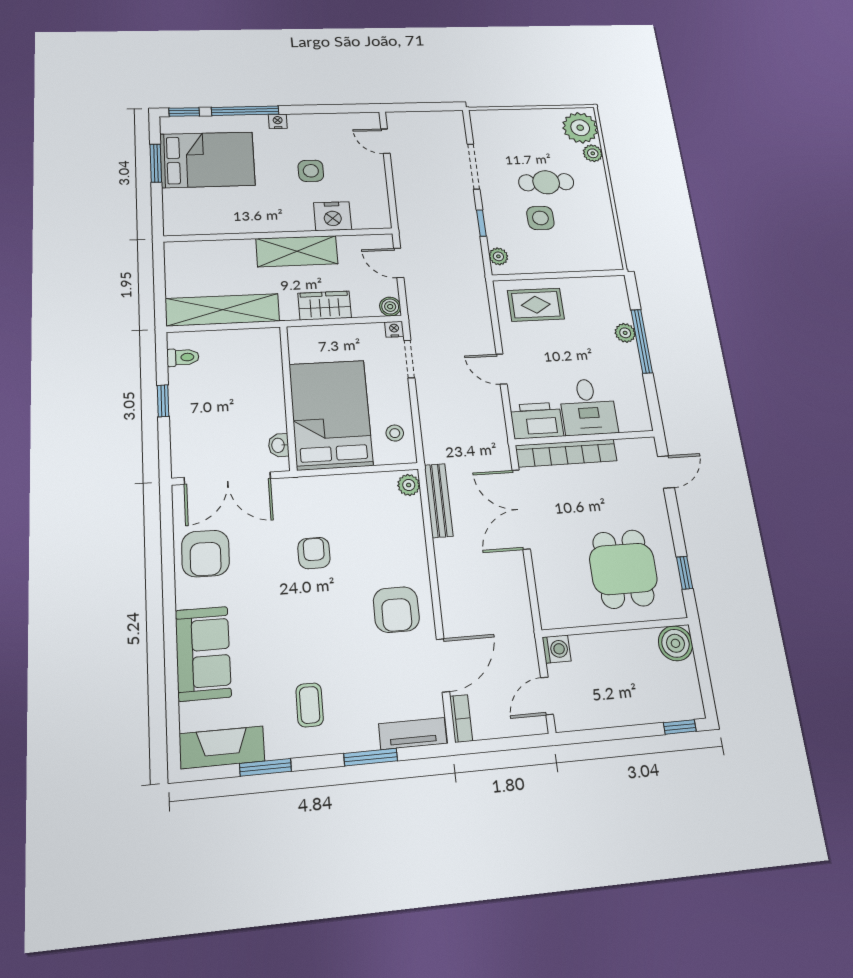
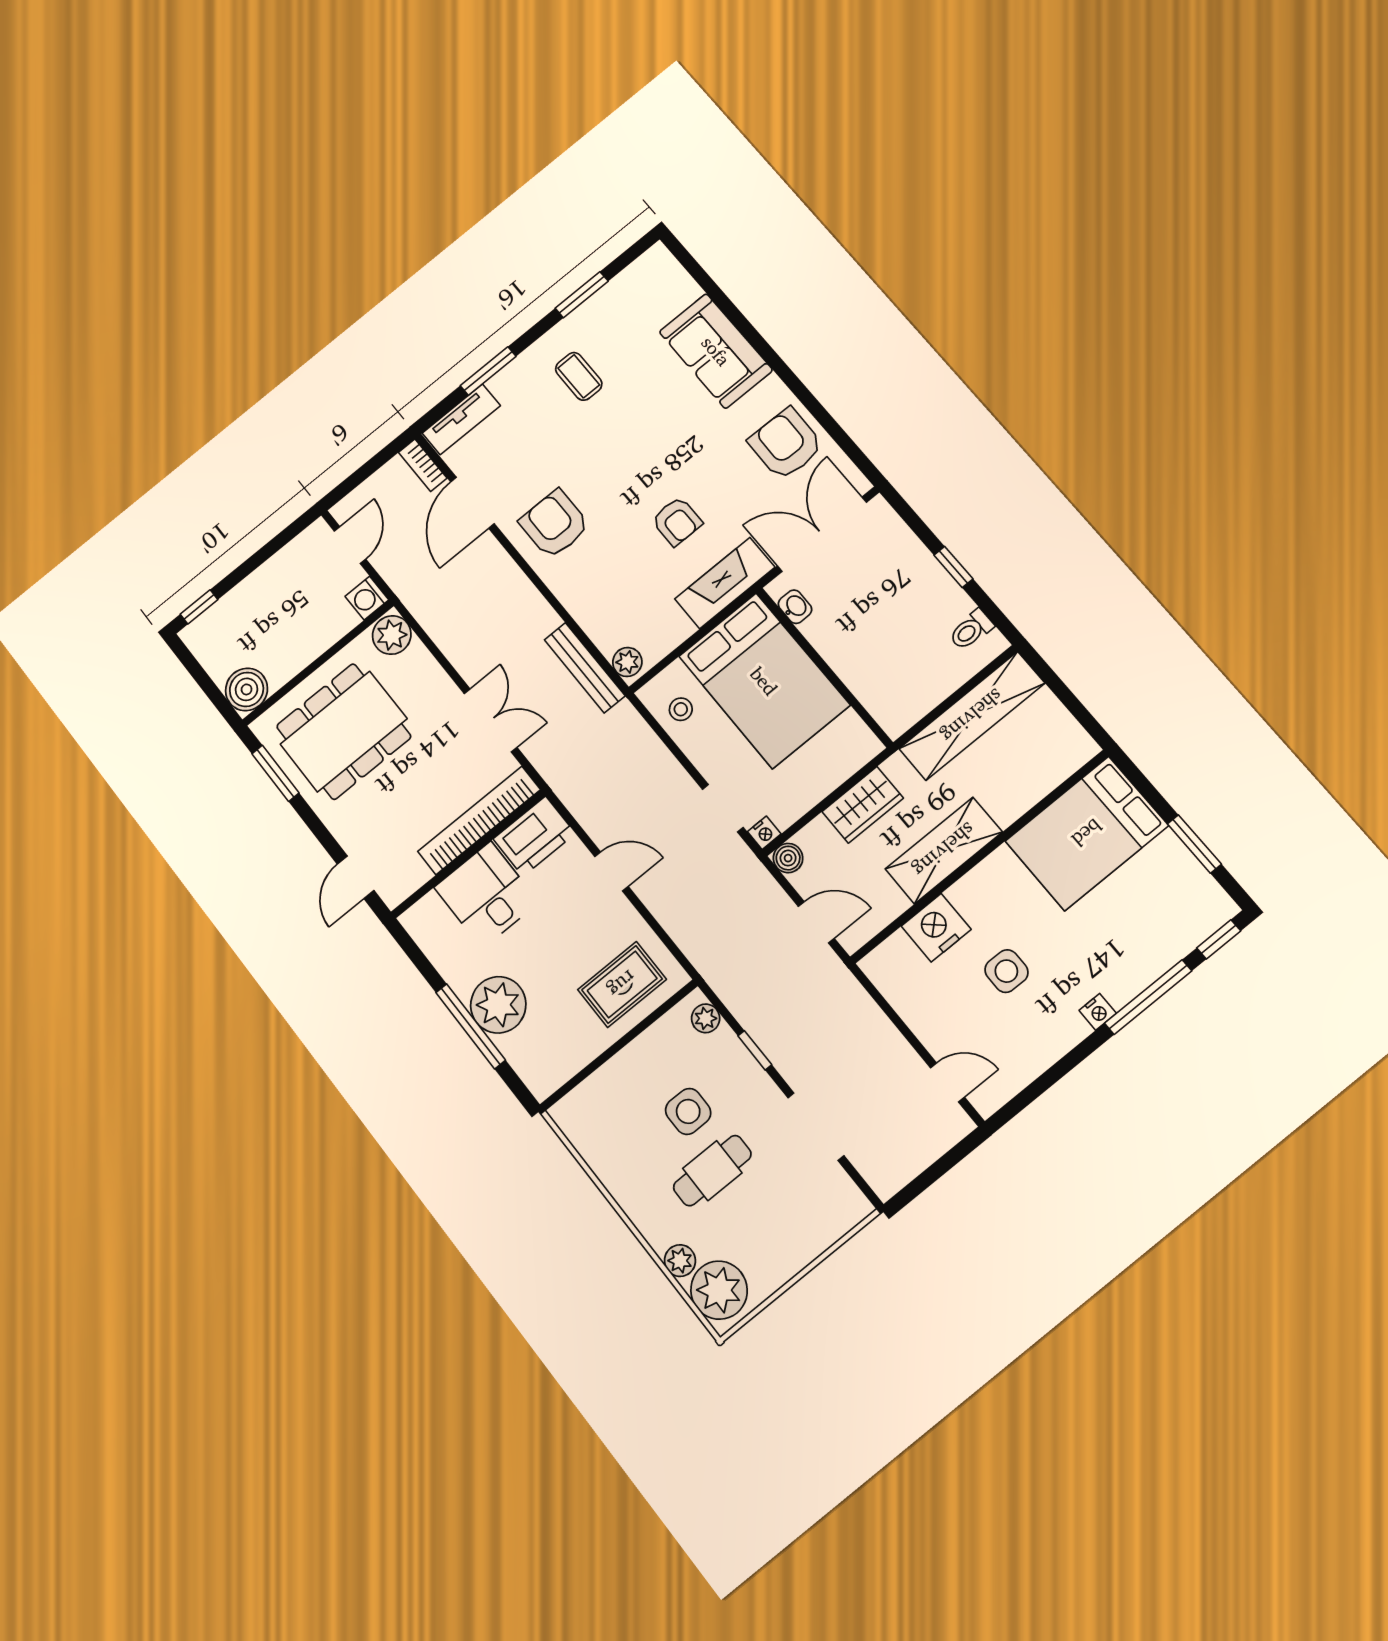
bed: (207, 160) -> (1087, 833), moved
plant: (625, 333) -> (498, 1005), width x1.88, depth x1.88
double door: (521, 509) -> (491, 720), width x0.73
dining table: (623, 569) -> (344, 731), width x1.37
window: (685, 573) -> (275, 773), width x1.50
plant: (554, 611) -> (392, 635), added
fireplace: (222, 747) -> (725, 583), moved, turned 180

